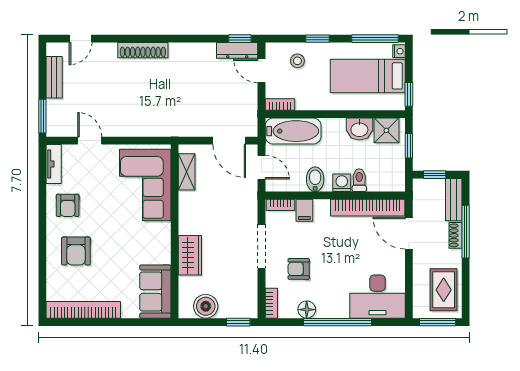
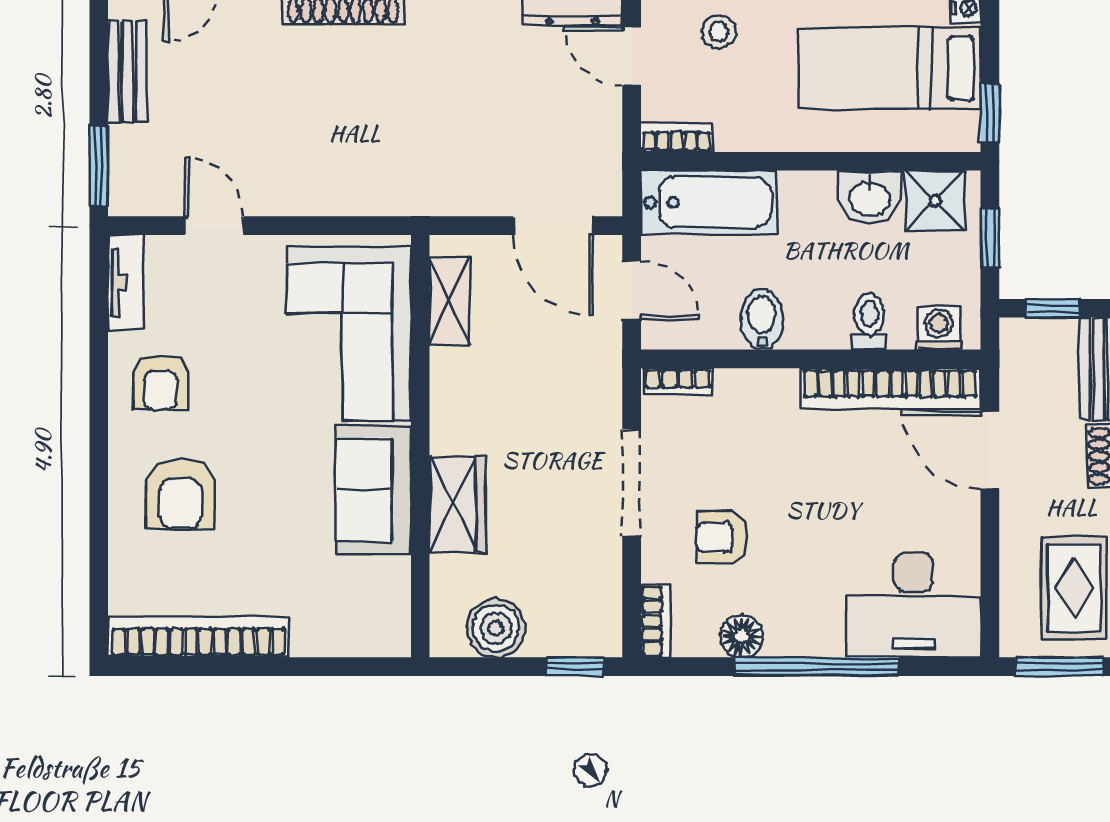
washing machine: (342, 183) -> (939, 328), moved
filing cabinet: (304, 210) -> (736, 395), removed
sofa: (155, 292) -> (374, 490), moved

